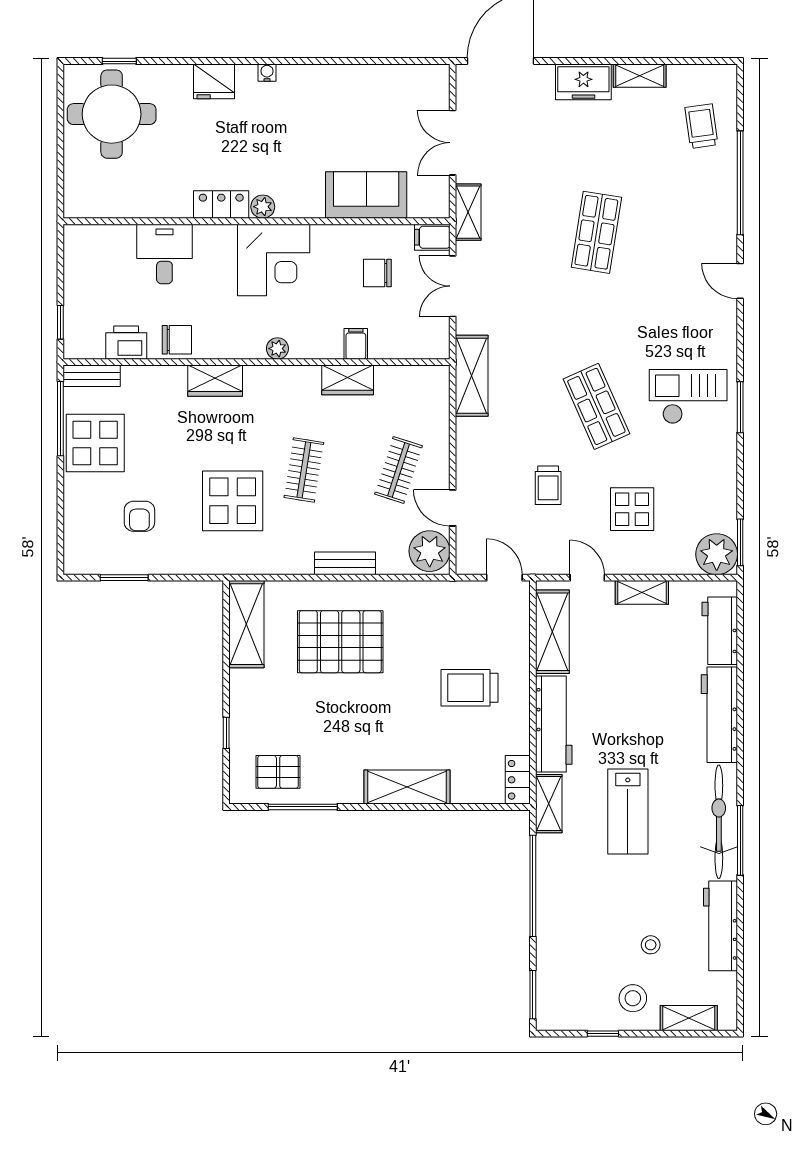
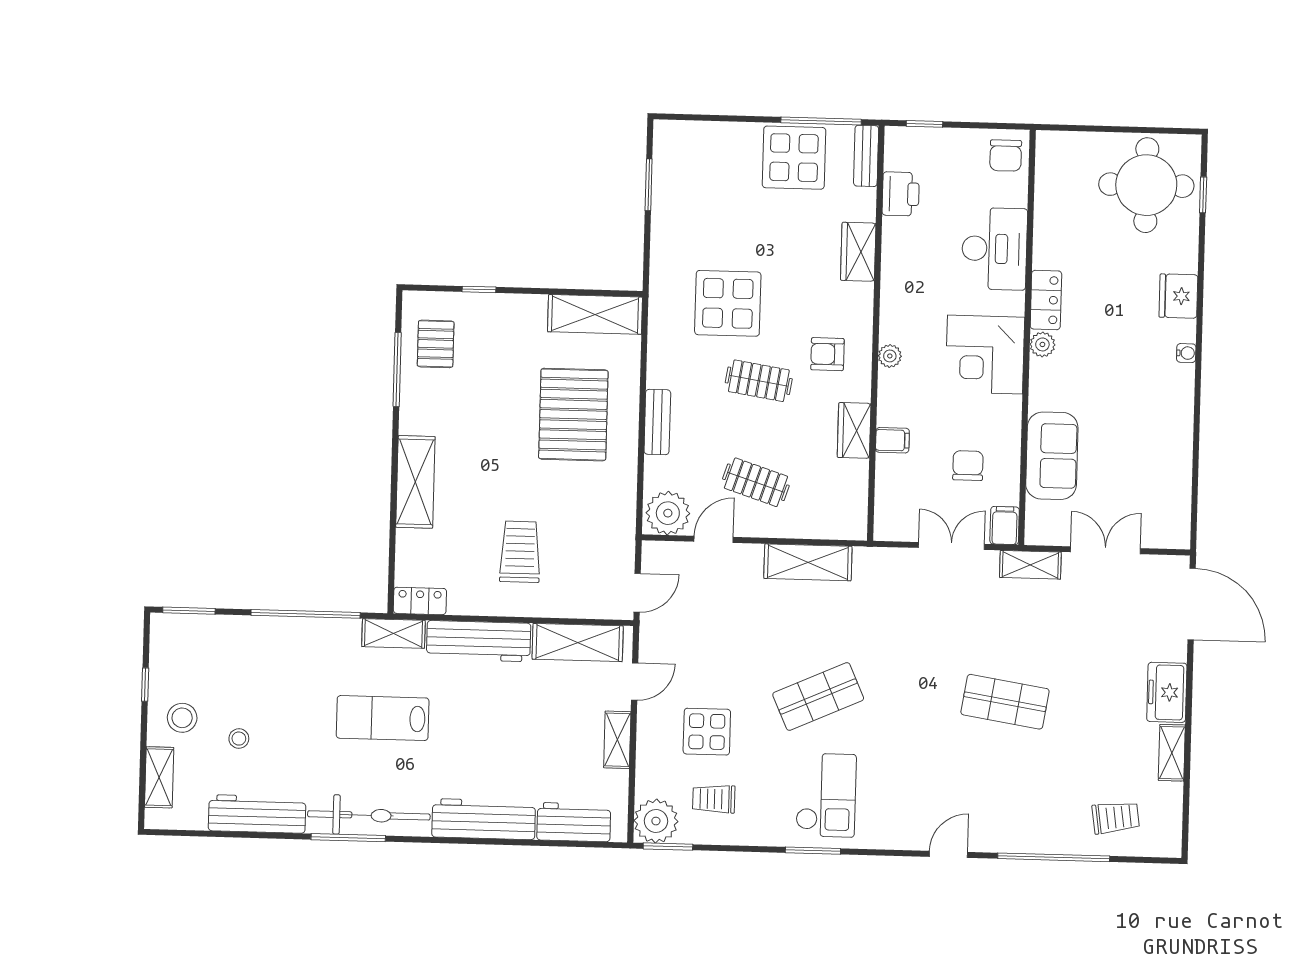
desk: (164, 254) -> (994, 249), width x1.37
chair: (177, 340) -> (1006, 156), moved
shelving: (472, 376) -> (808, 562), moved
wardrobe: (215, 381) -> (858, 252), moved
trolley: (548, 485) -> (714, 799), moved
armchair: (139, 516) -> (827, 354), moved

